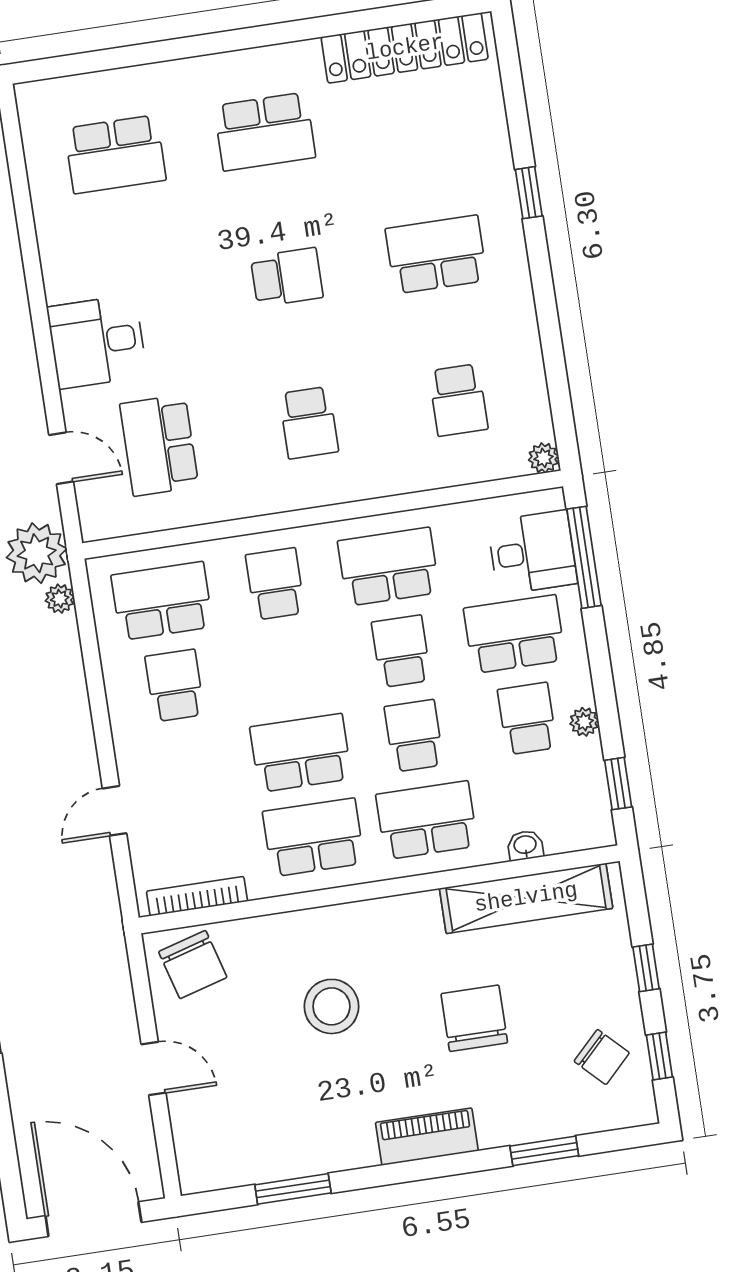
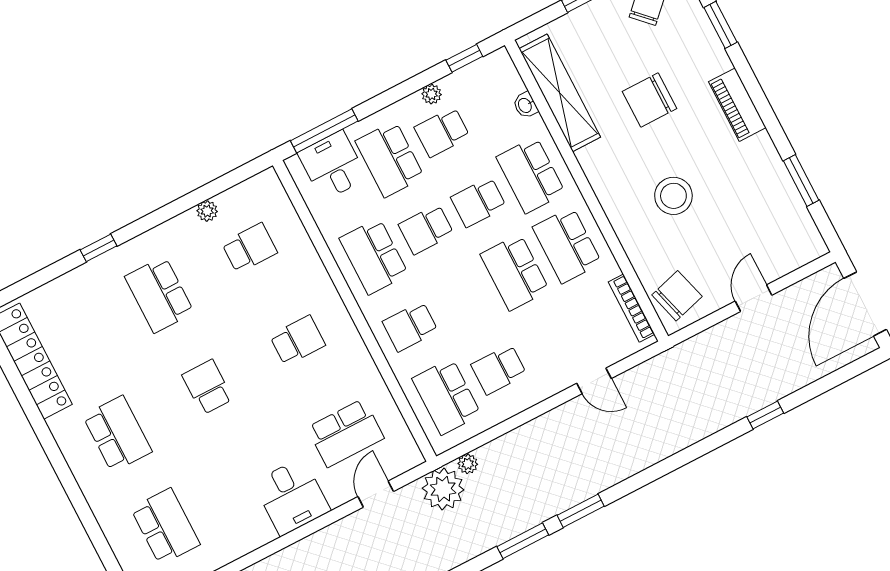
plant: (544, 458) -> (207, 211), moved

